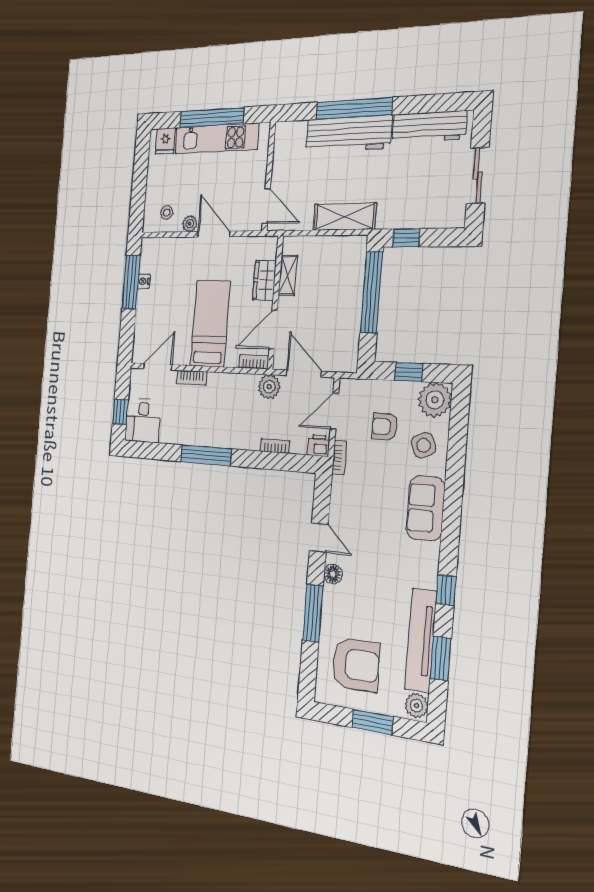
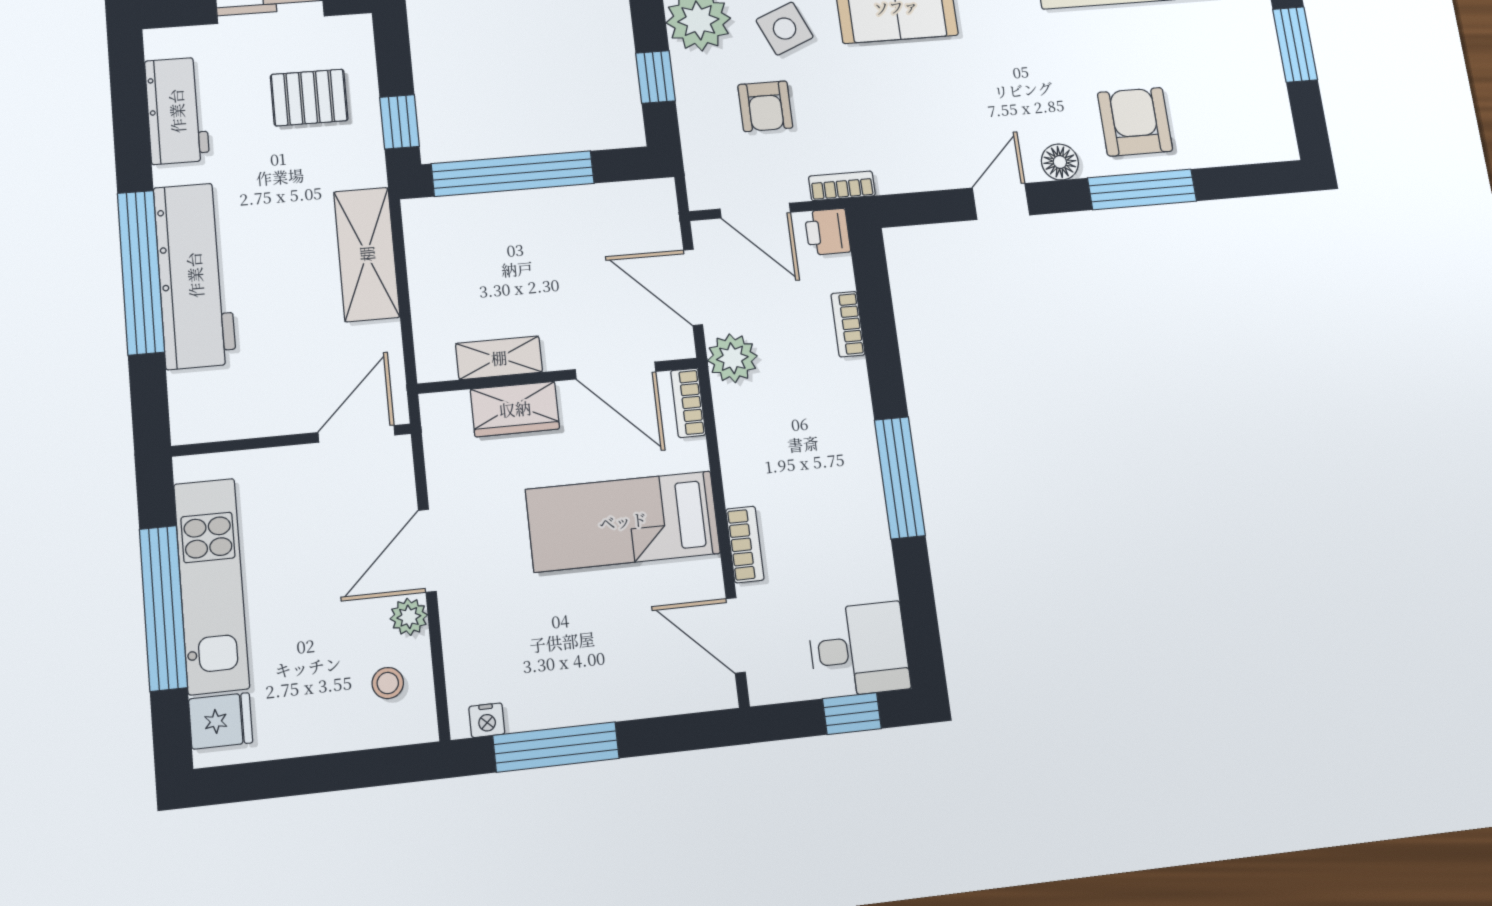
workbench: (429, 127) -> (177, 111), width x0.73
pallet: (425, 193) -> (309, 98), added
nightstand: (144, 281) -> (487, 720), moved
door: (304, 373) -> (693, 287), hinge flipped
armchair: (356, 665) -> (1135, 122), moved, width x0.73, depth x0.73

